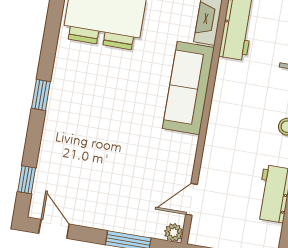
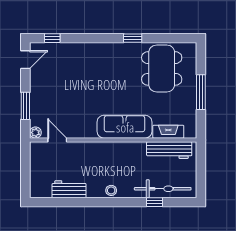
window: (41, 95) -> (133, 38), moved

